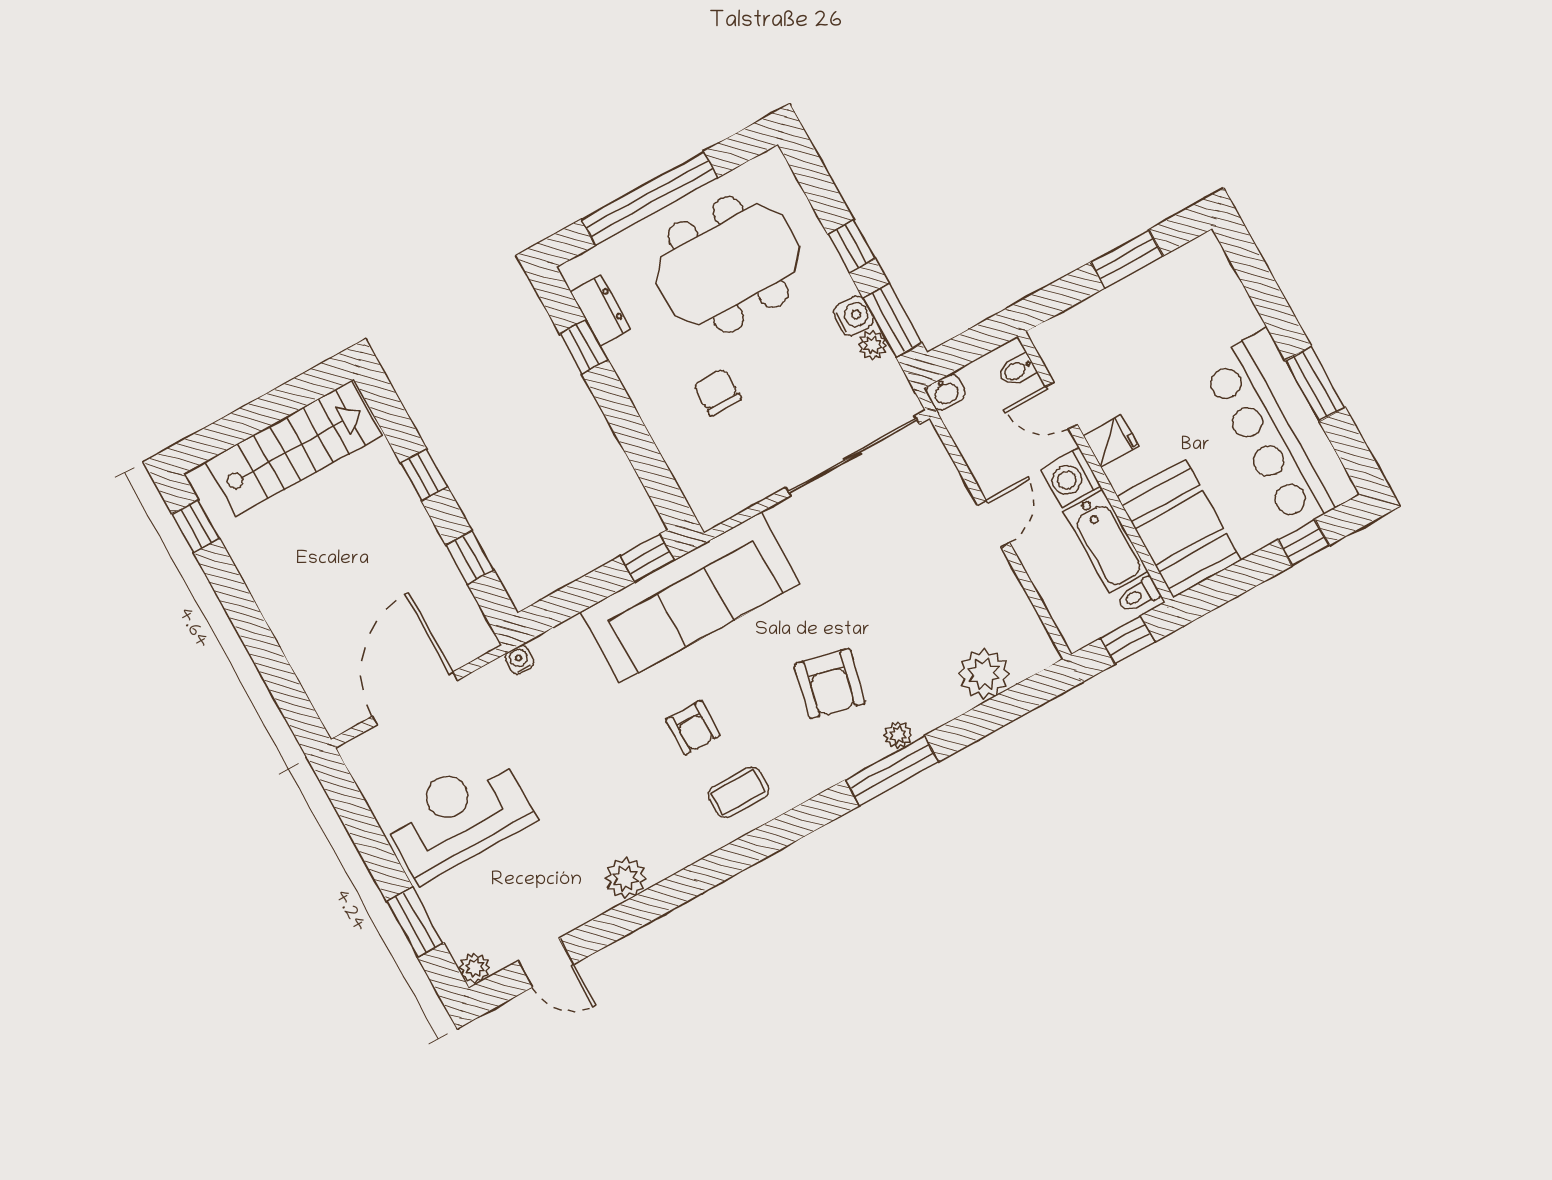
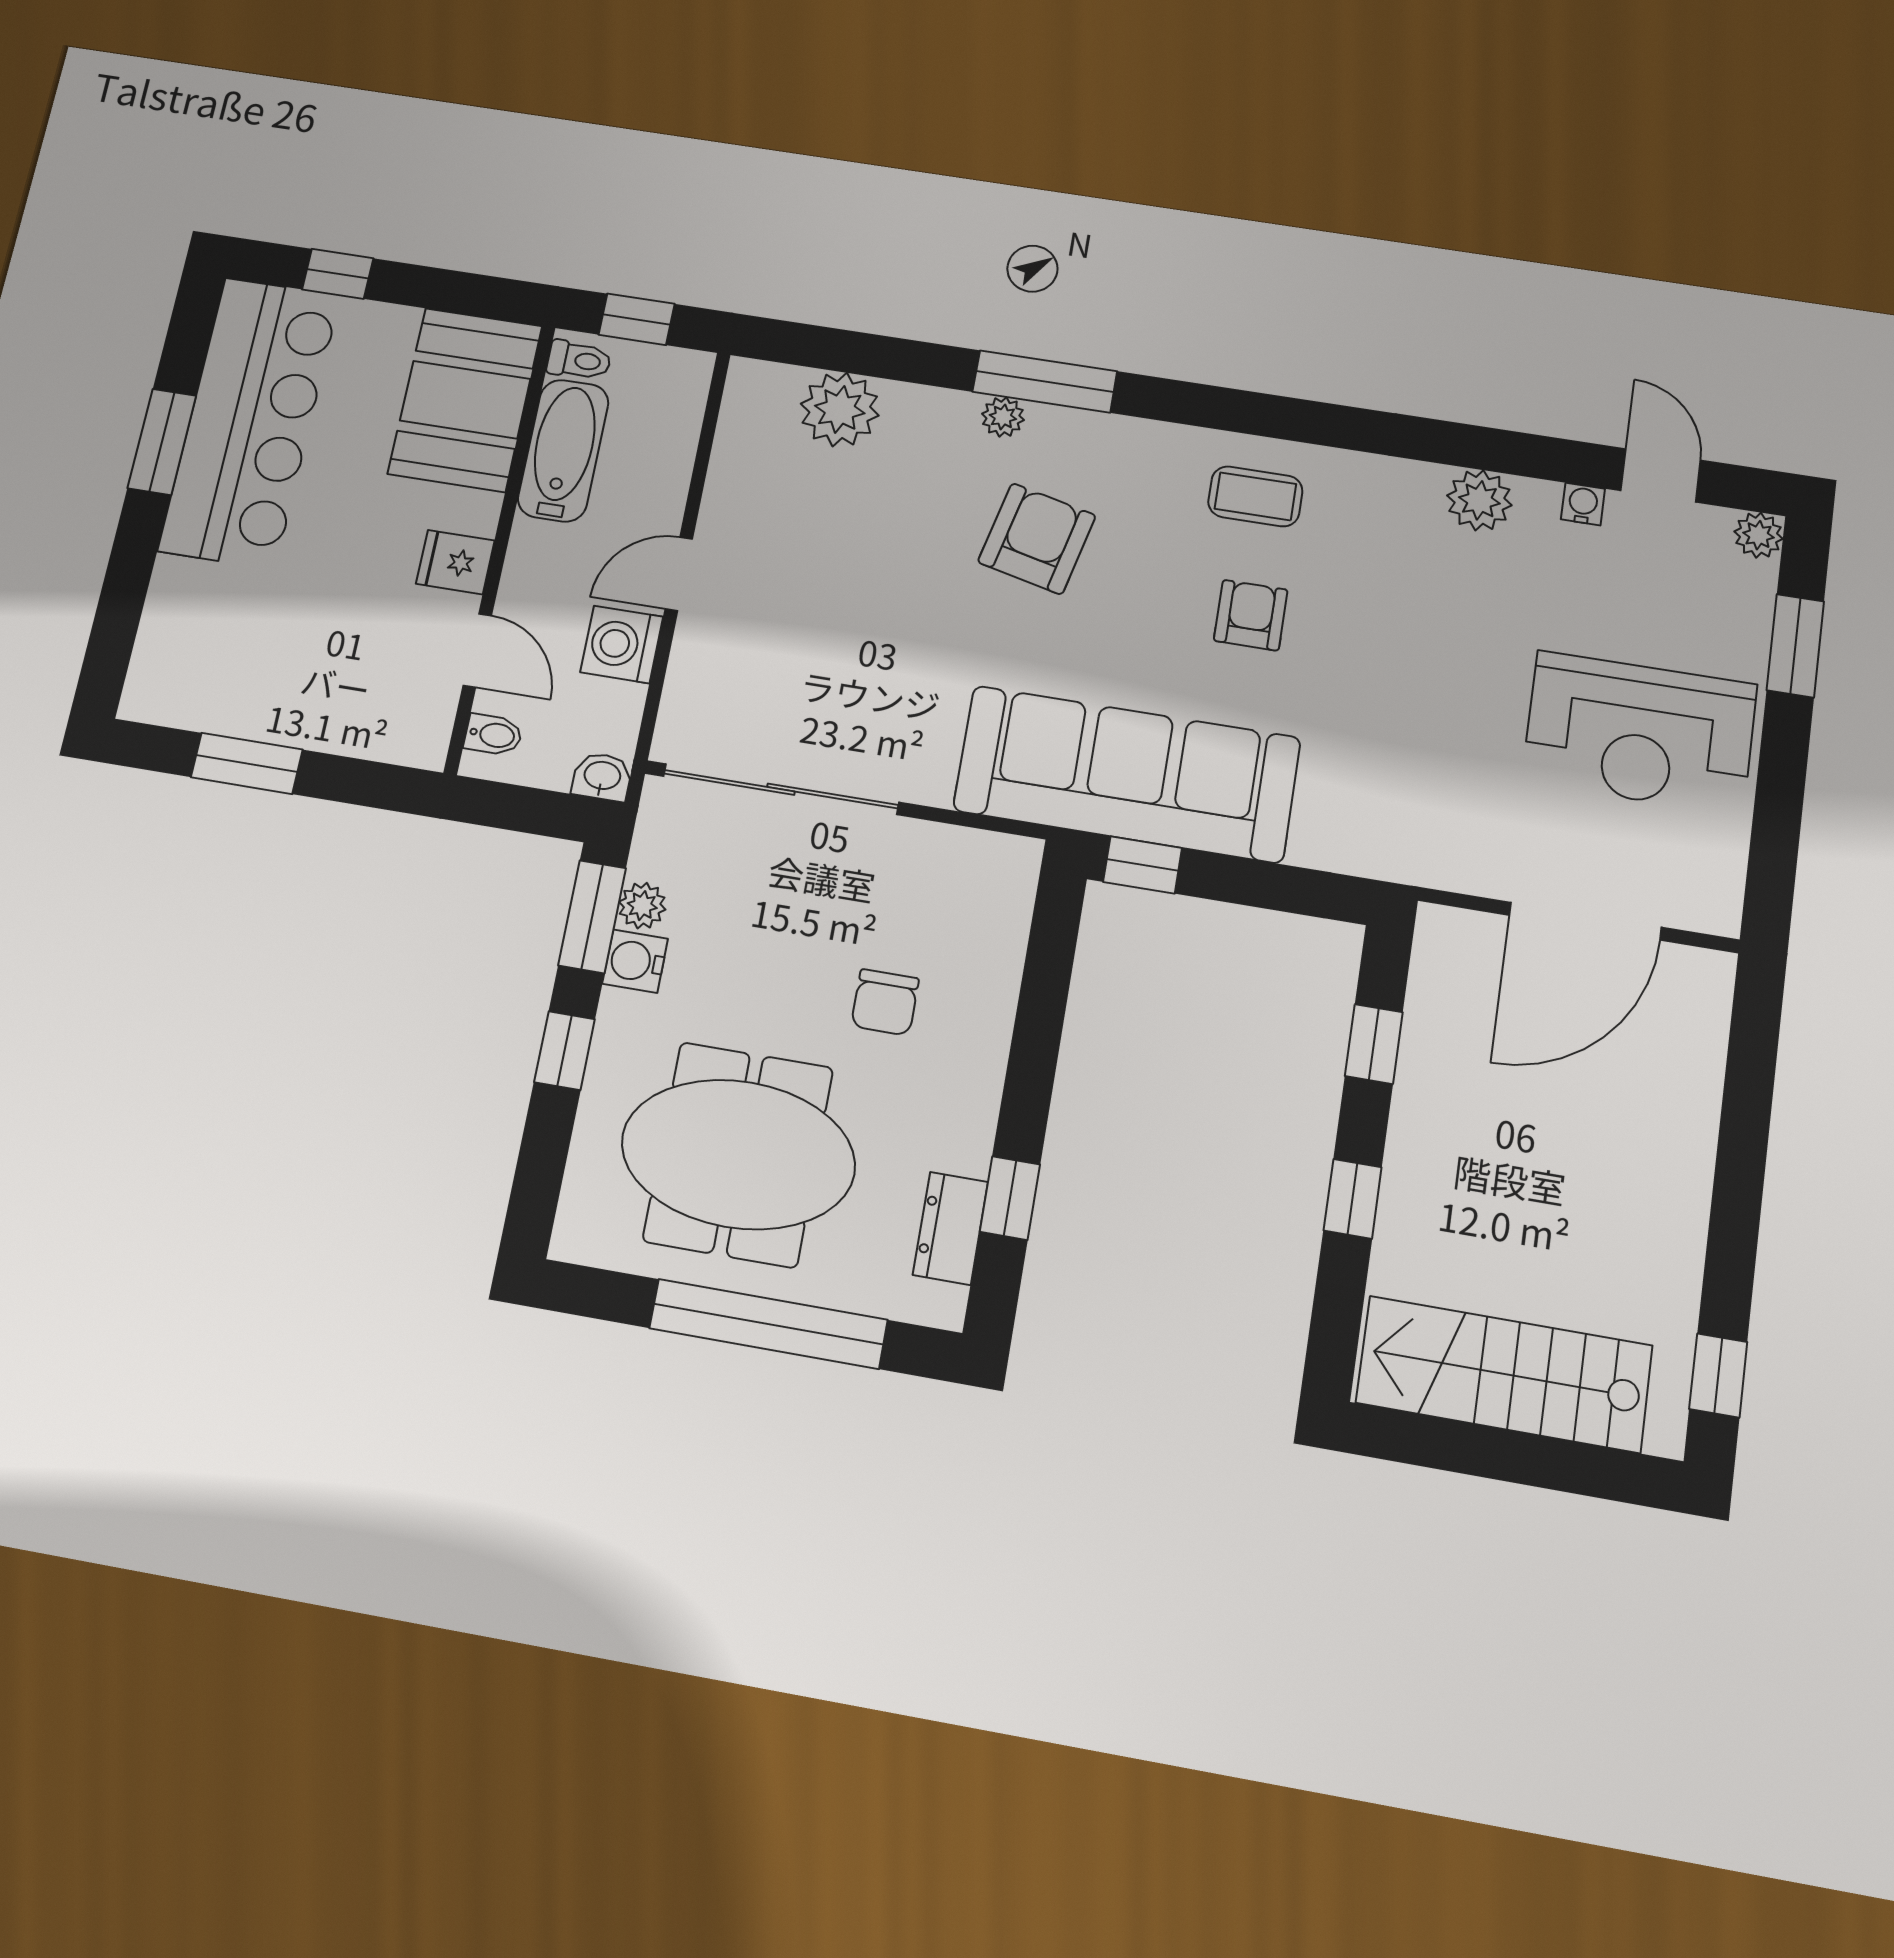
washing machine: (1071, 478) -> (622, 644), moved, turned 180
water cooler: (520, 660) -> (1583, 504), moved, turned 180

